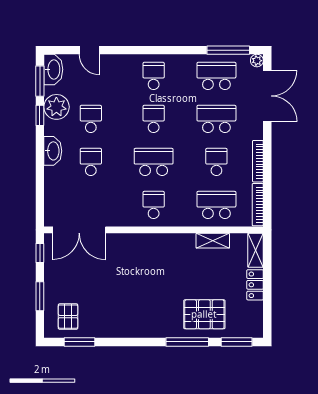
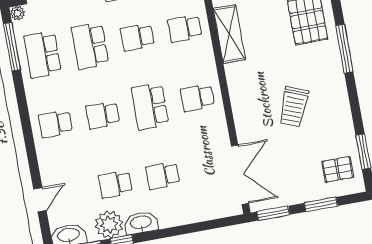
washbasin: (53, 151) -> (141, 223), moved
school desk: (216, 205) -> (185, 29), width x0.54
shelving: (213, 241) -> (229, 34), width x1.50, depth x1.33
window: (40, 253) -> (273, 213), width x1.50
trolley: (130, 288) -> (294, 107), added
window: (187, 342) -> (344, 49), moved

